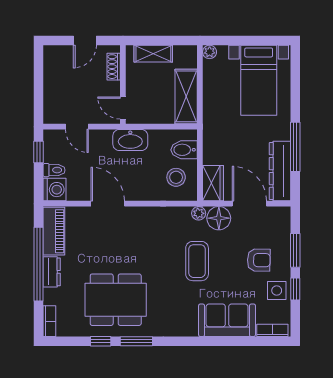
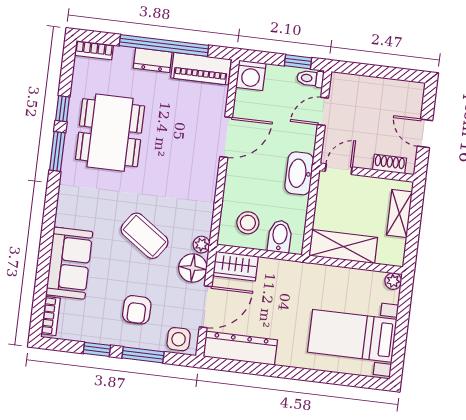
window: (295, 147) -> (267, 370), removed
toilet: (54, 170) -> (310, 78), moved, turned 90
coffee table: (197, 261) -> (145, 236), turned 35
side table: (277, 291) -> (179, 339), moved

